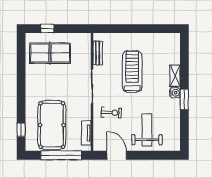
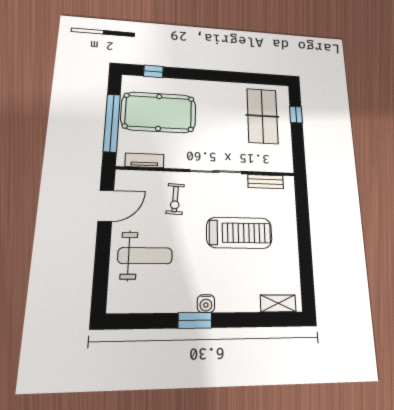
shelving: (175, 76) -> (278, 303), moved

